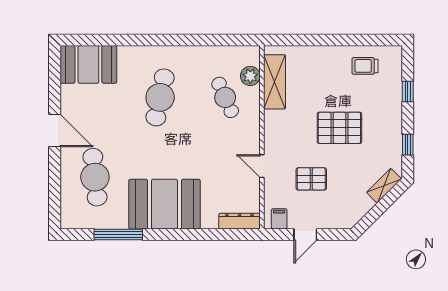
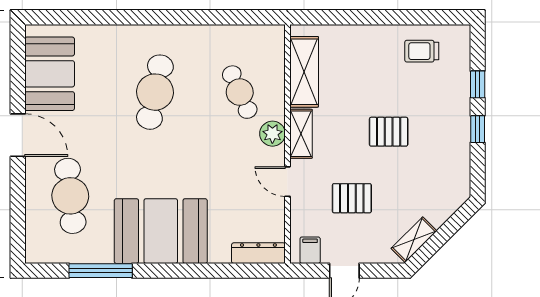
booth: (88, 64) -> (50, 74), moved, turned 90
plant: (250, 76) -> (272, 134), moved
pallet: (339, 128) -> (389, 132), width x0.67, depth x0.71
shelving: (272, 129) -> (301, 134), added
window: (408, 145) -> (478, 129), moved
shelving: (384, 186) -> (414, 240), moved

